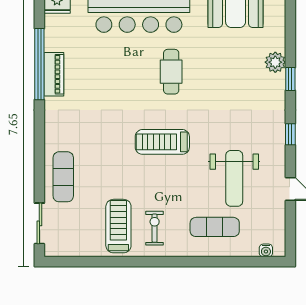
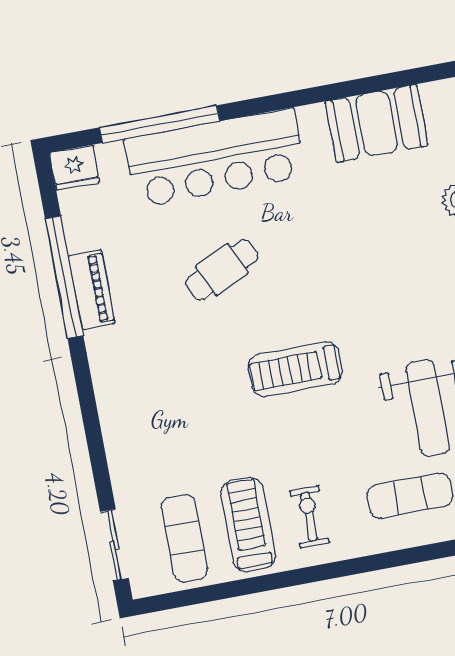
cafe table: (171, 72) -> (222, 270), moved, turned 65
exercise mat: (63, 177) -> (184, 538), moved

